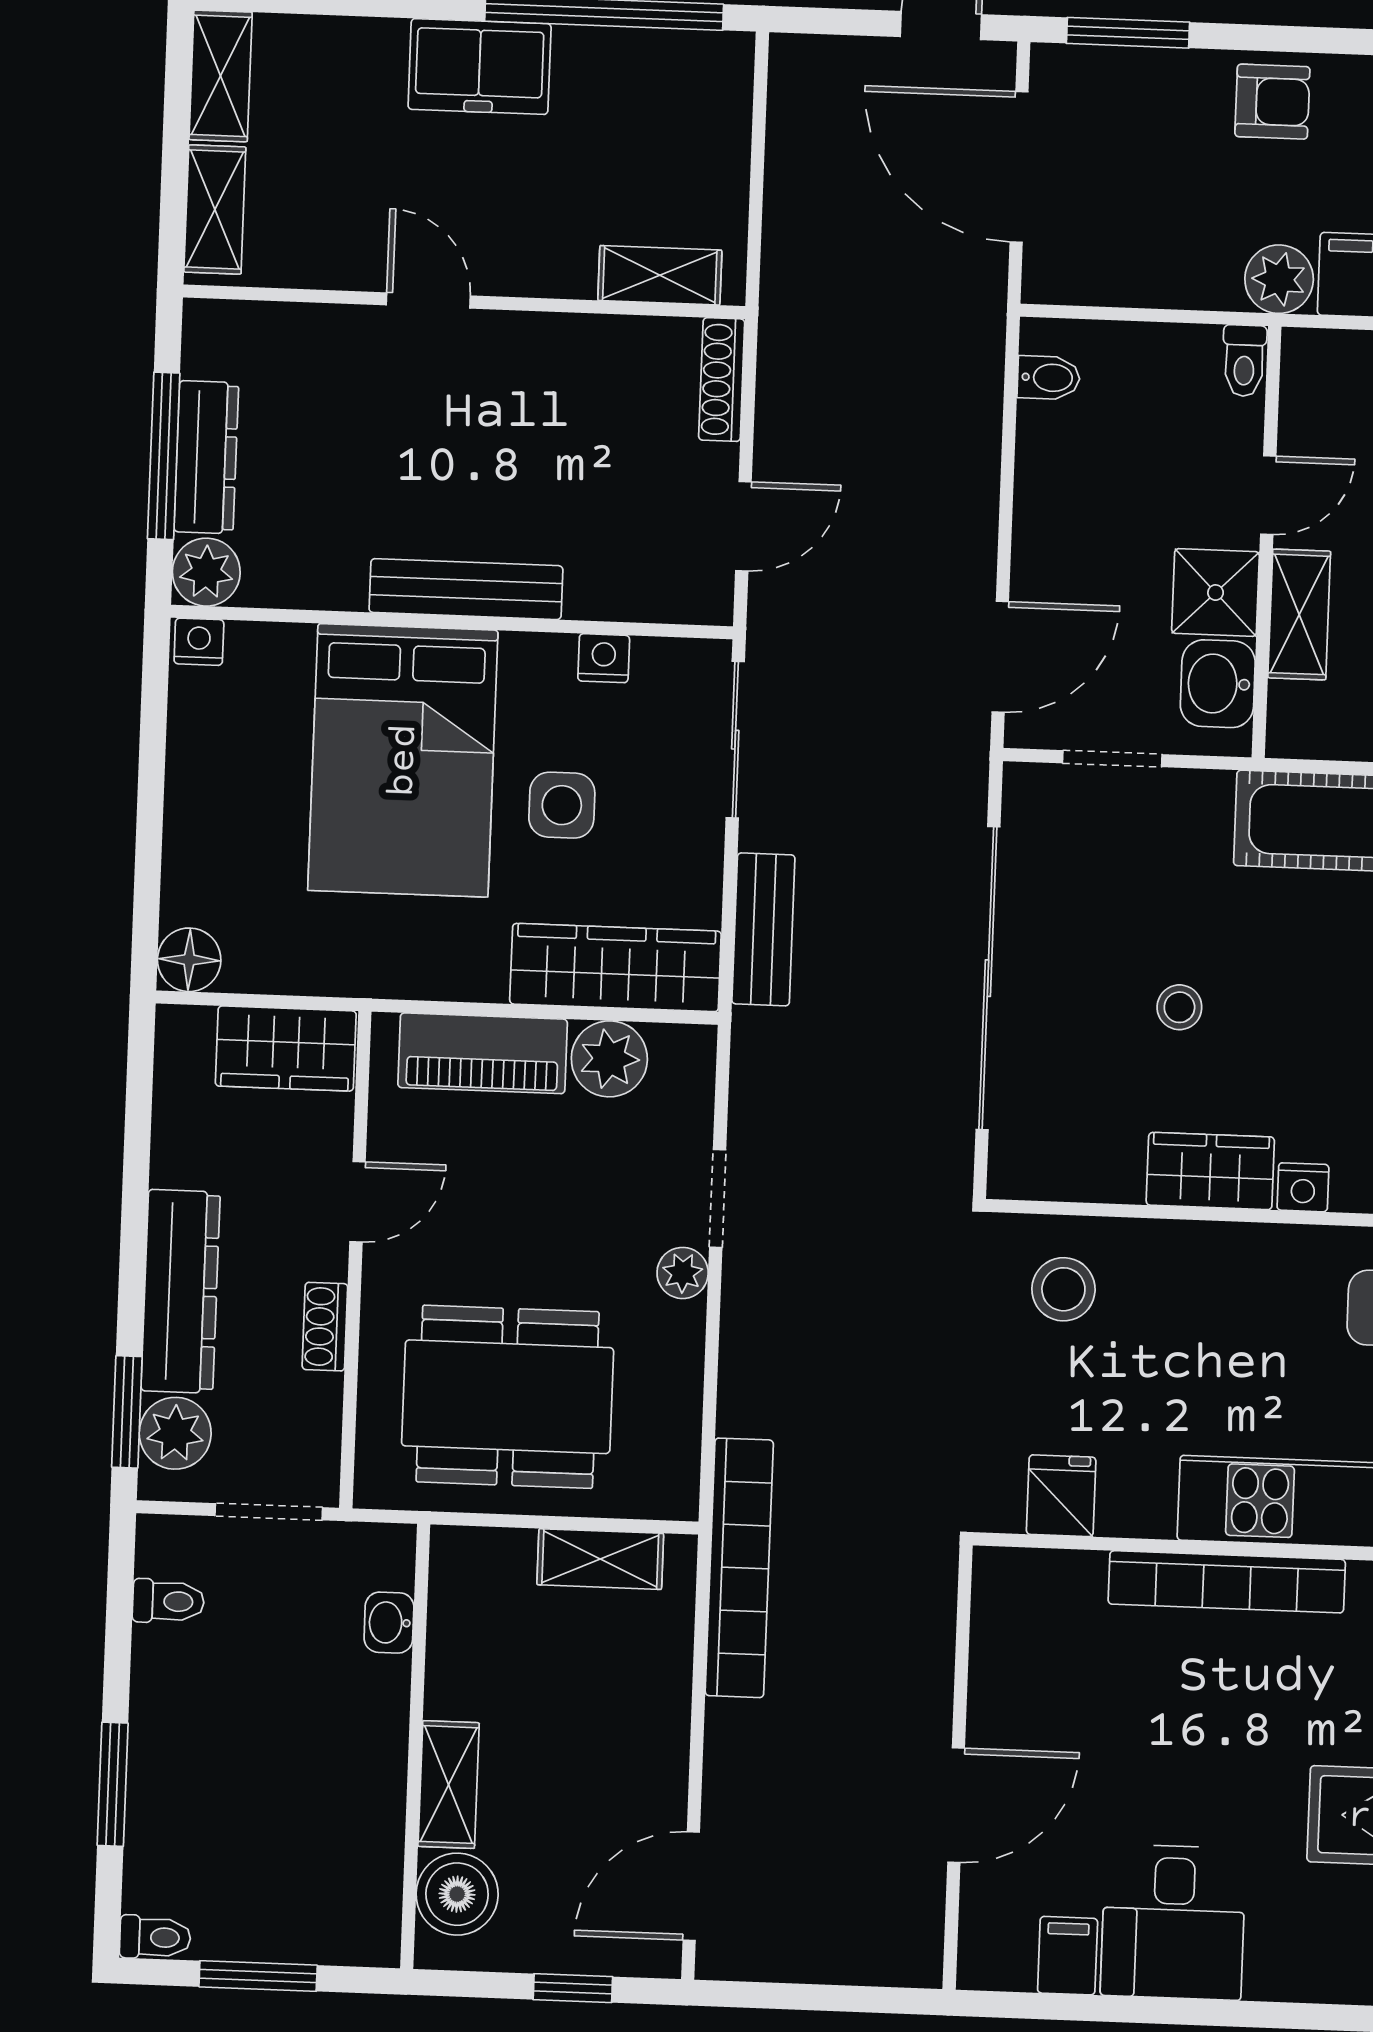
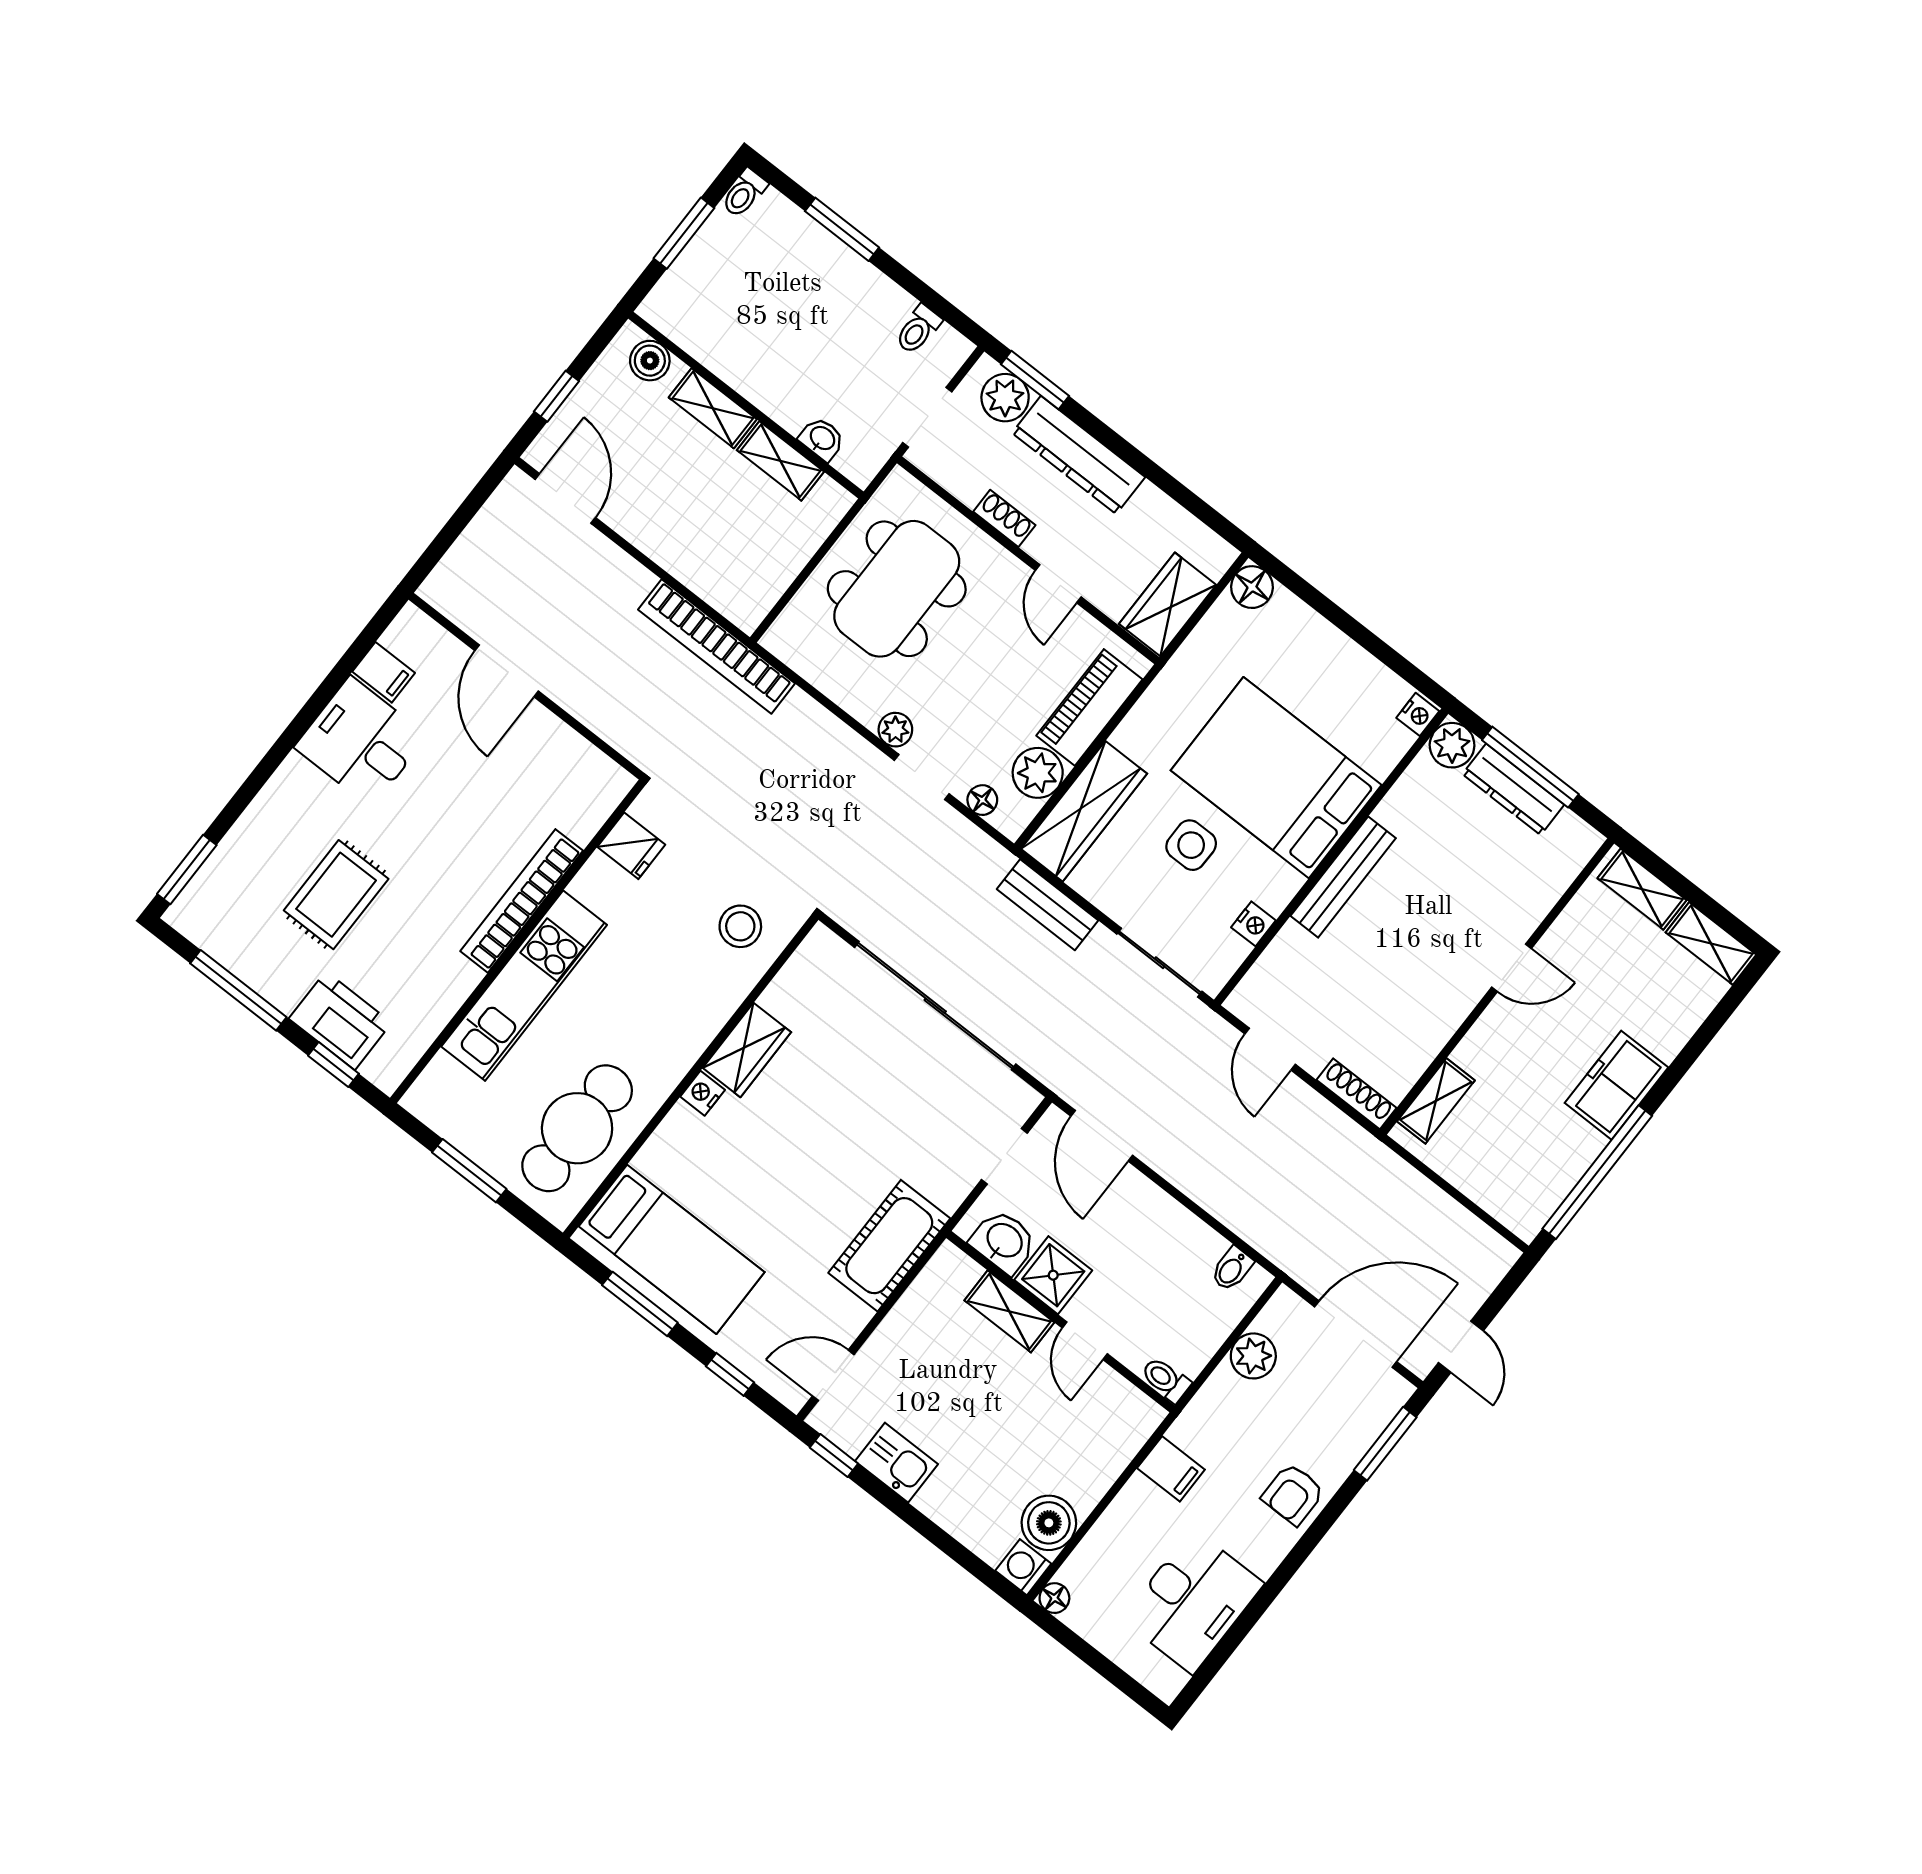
plant: (1279, 279) -> (1253, 1356), moved
stool: (1179, 1007) -> (846, 1097), removed
floor lamp: (692, 1103) -> (982, 800), added
shelving: (600, 1559) -> (780, 461), moved, turned 90
boiler: (457, 1894) -> (650, 361), width x0.73, depth x0.73

